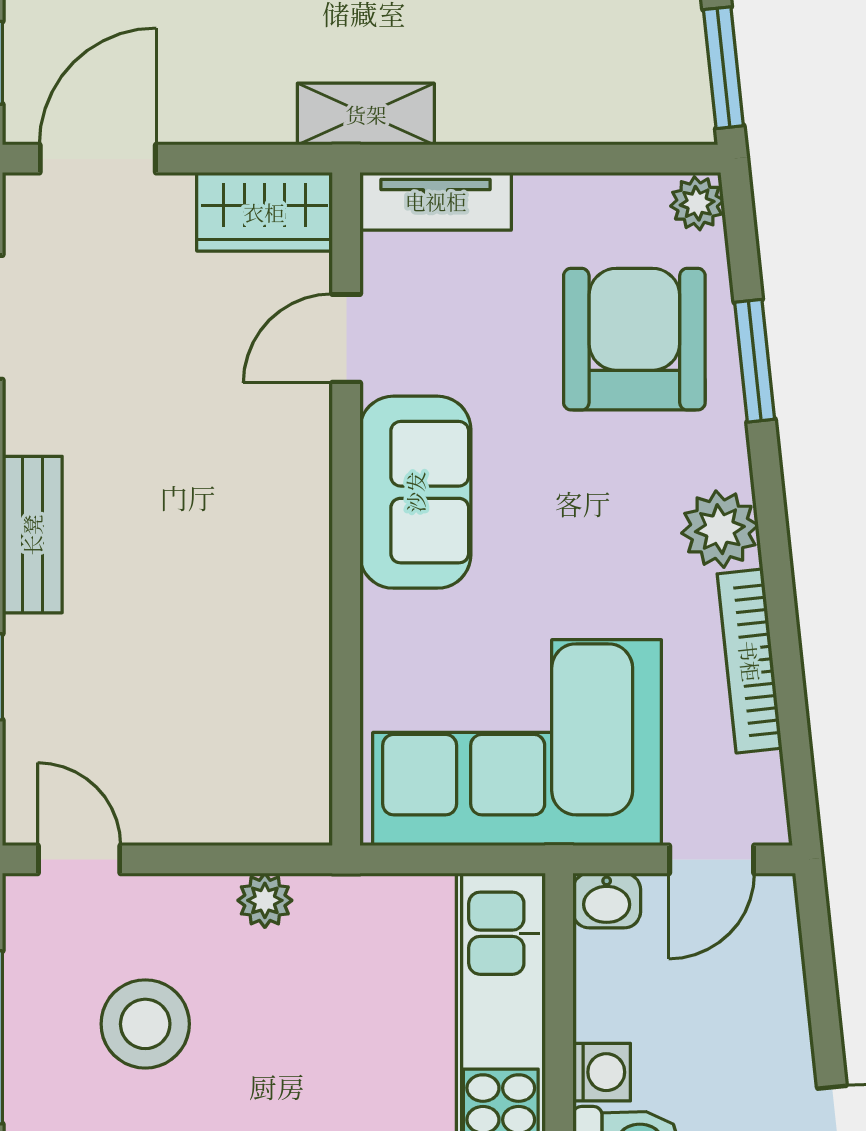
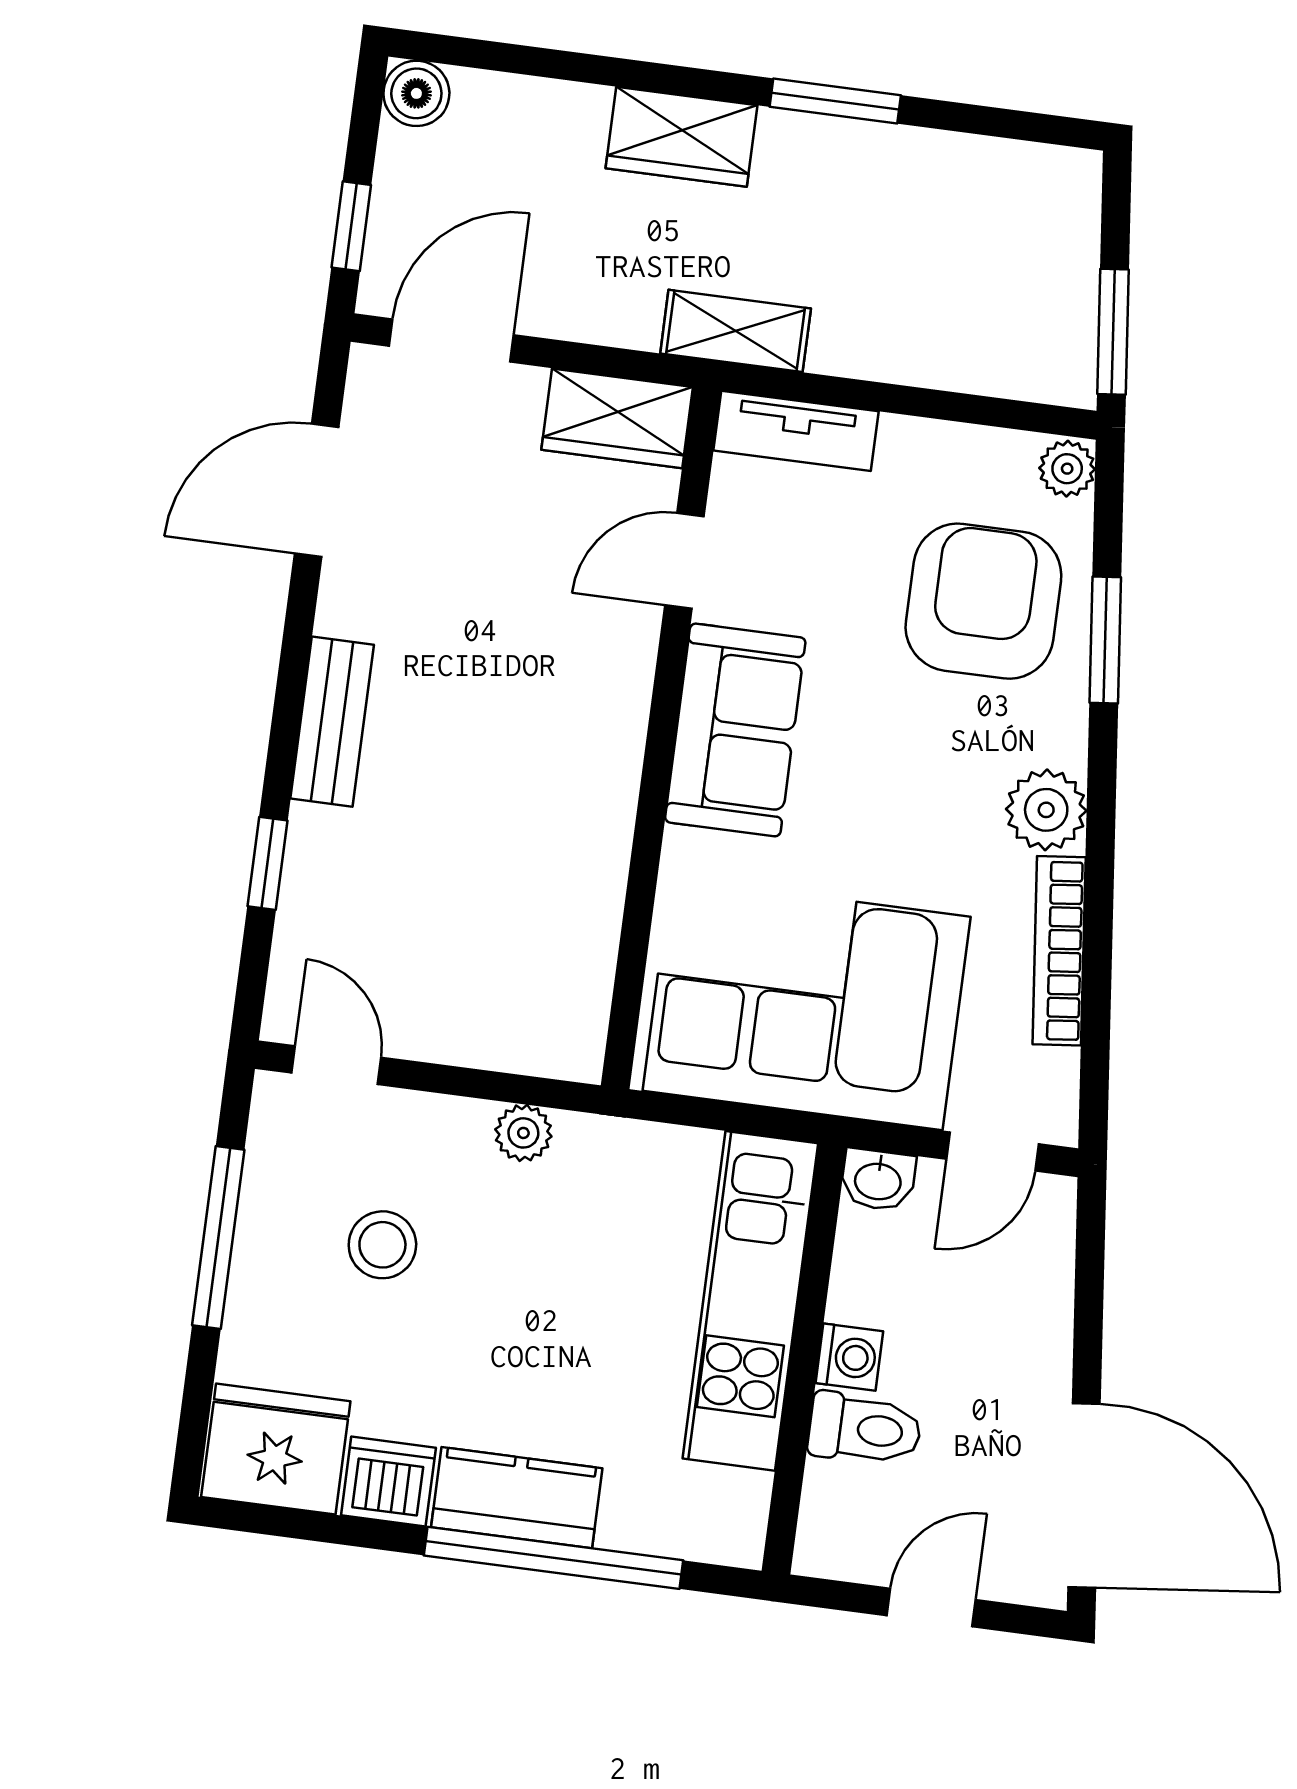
stool: (145, 1024) -> (382, 1245), width x0.73, depth x0.73

